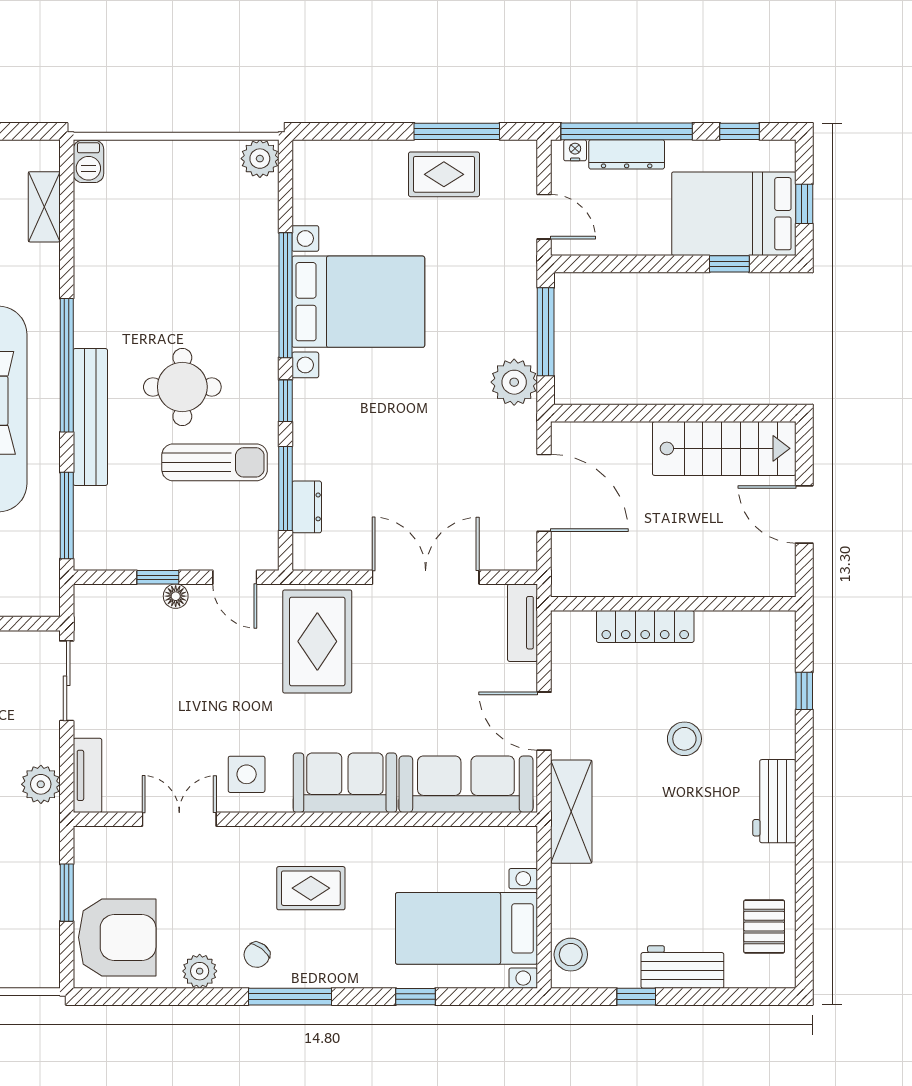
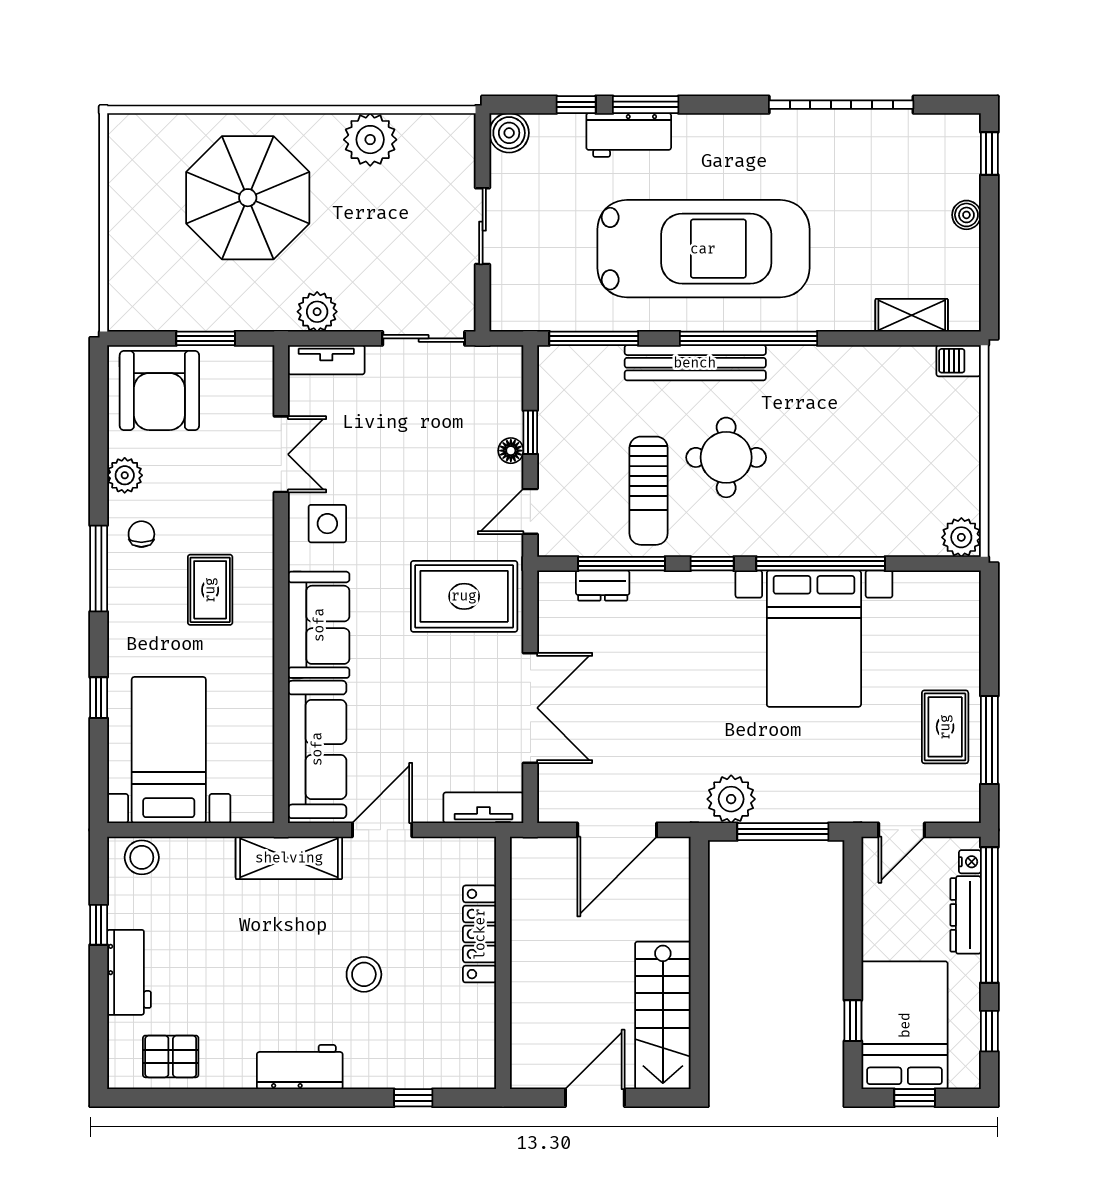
chair: (257, 955) -> (141, 534), turned 53

